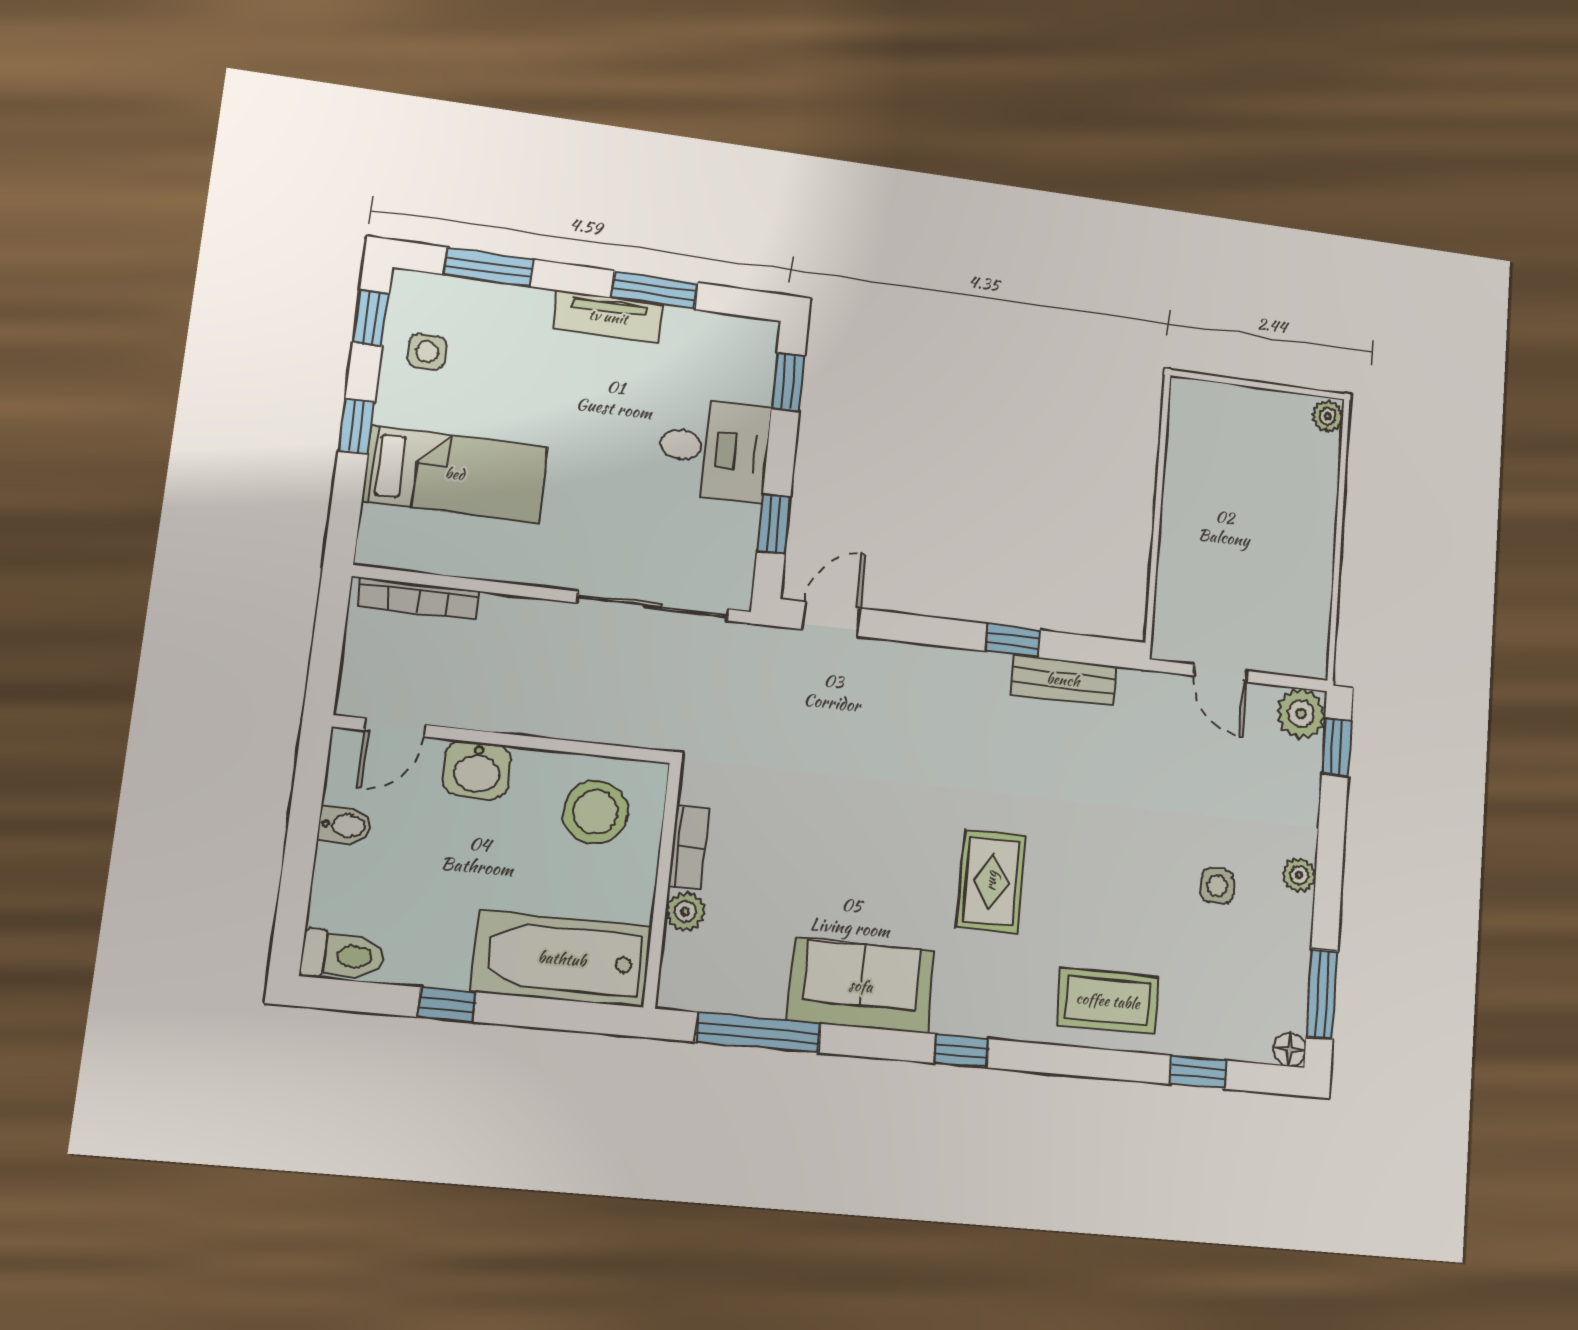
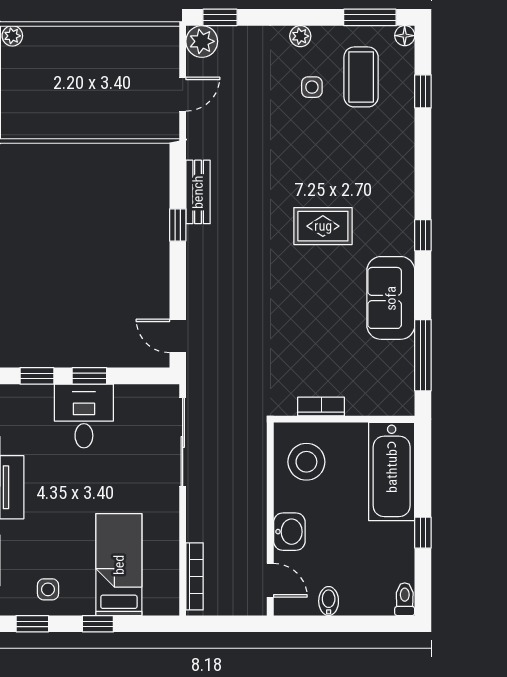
window: (774, 524) -> (89, 376), moved
plant: (685, 911) -> (358, 404), removed
toilet: (343, 955) -> (405, 599), width x0.73, depth x0.72
coffee table: (1108, 1001) -> (361, 77), moved

